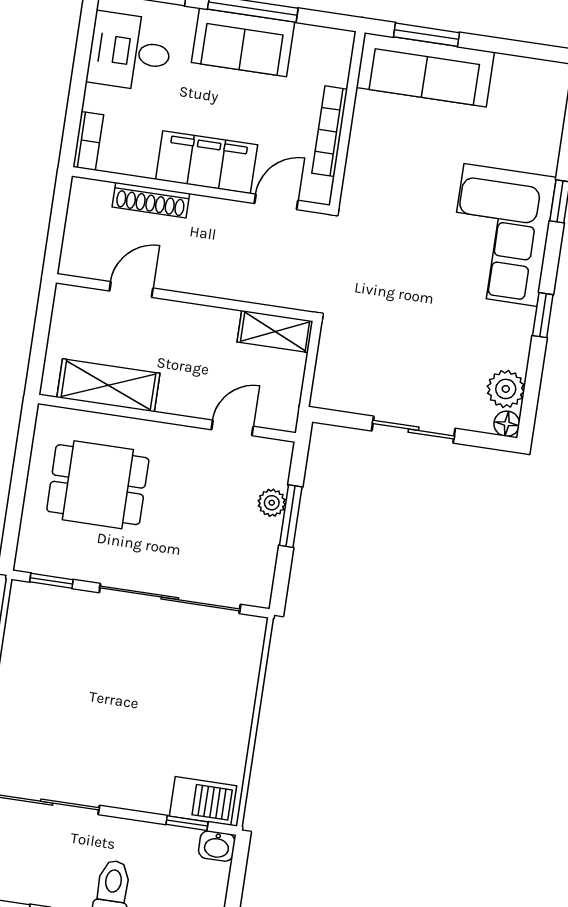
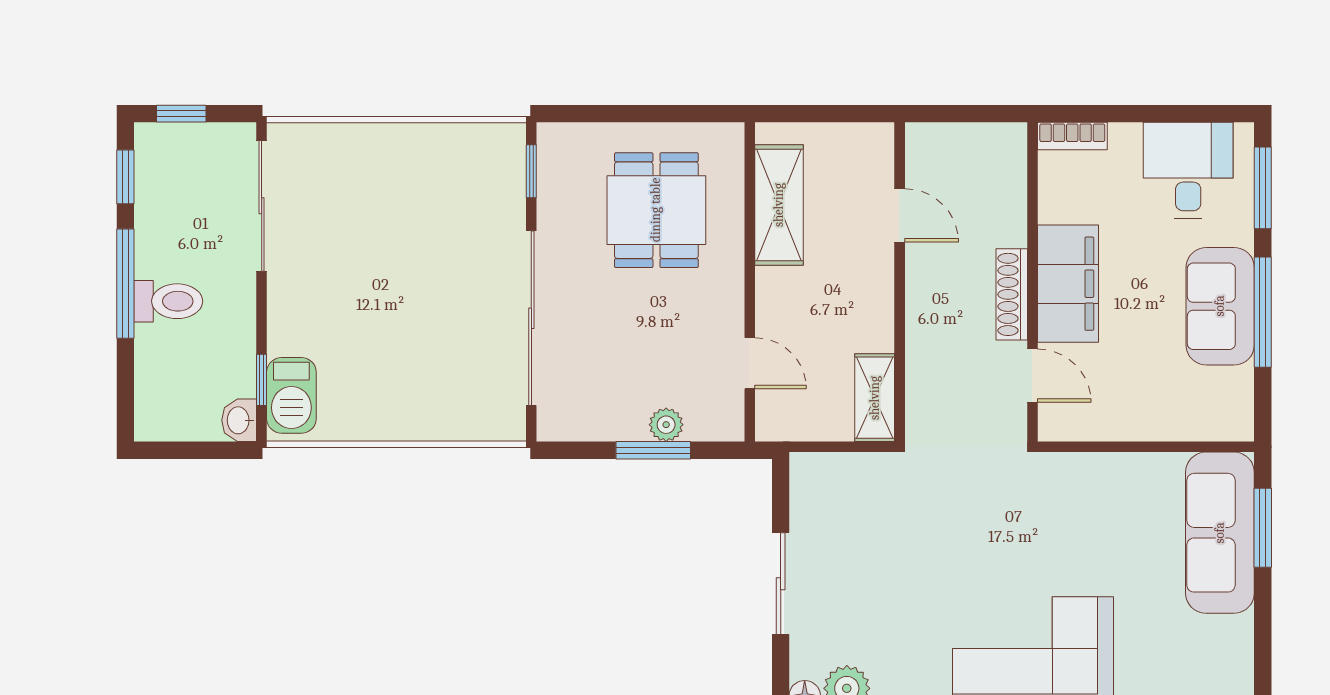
bookcase: (330, 131) -> (1128, 428), removed
shoe rack: (151, 200) -> (1012, 294), moved

